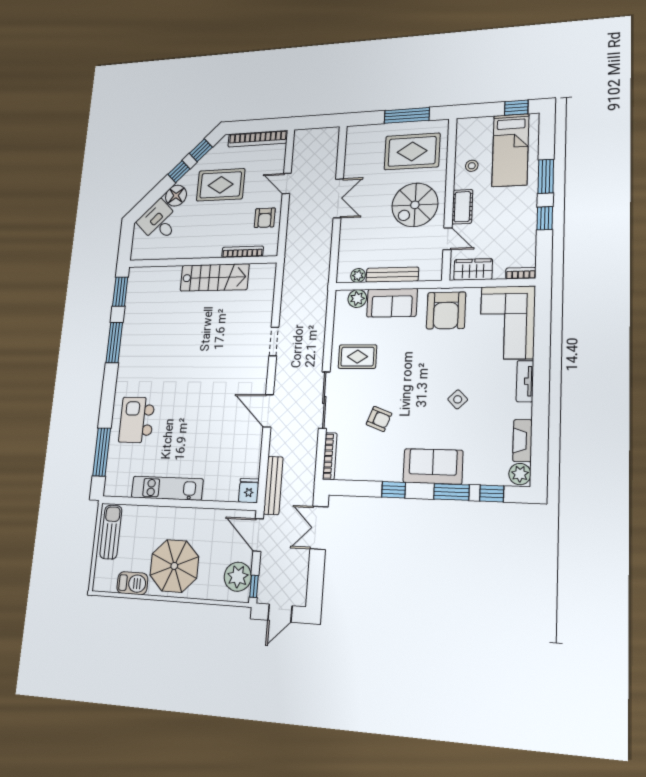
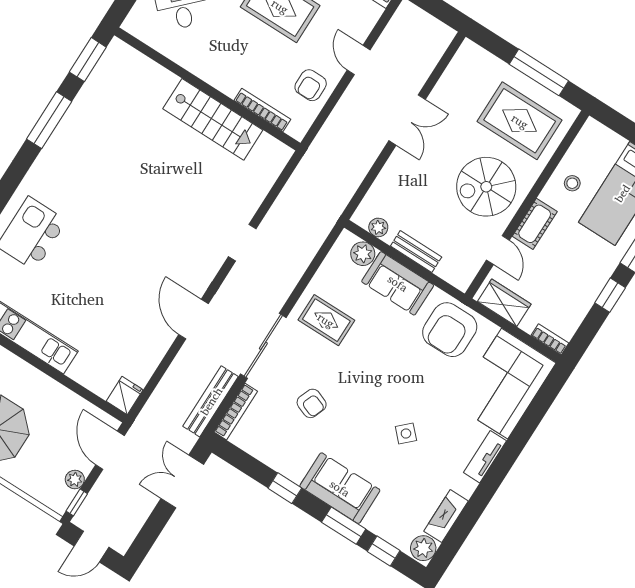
bench: (392, 275) -> (416, 251), width x0.73
bench: (273, 485) -> (211, 401), moved
plant: (238, 577) -> (75, 479), width x0.53, depth x0.53

